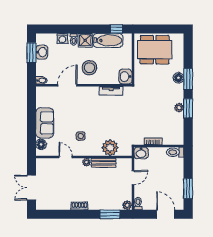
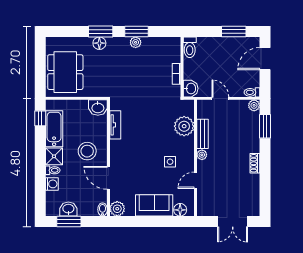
plant: (42, 92) -> (117, 209), added

